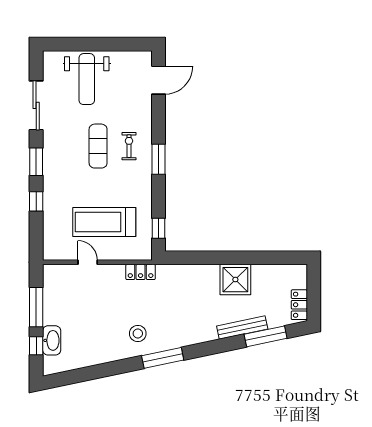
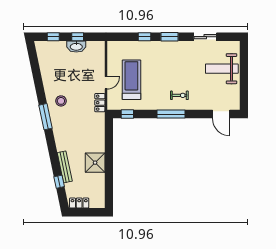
sliding door: (36, 105) -> (205, 37), width x0.73
exercise mat: (98, 146) -> (179, 76), removed
window: (158, 159) -> (171, 114), width x1.44
door: (88, 262) -> (106, 83), moved
window: (36, 307) -> (78, 37), width x0.46
window: (266, 336) -> (59, 182), width x0.46
washbasin: (52, 340) -> (76, 46), moved

